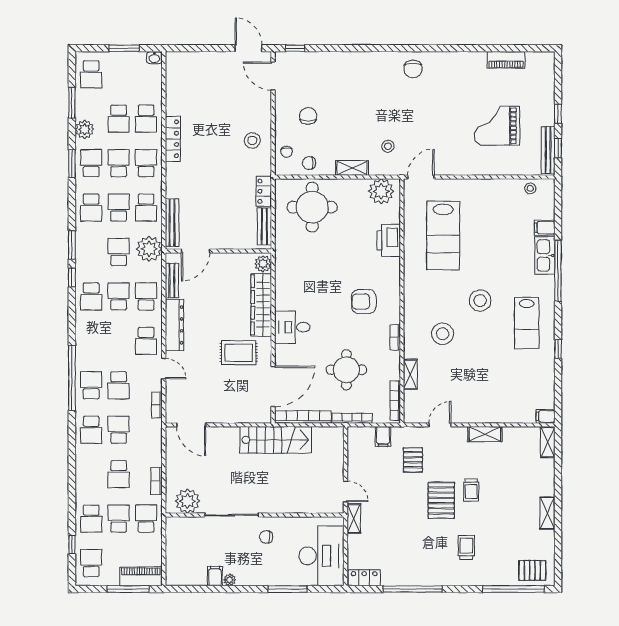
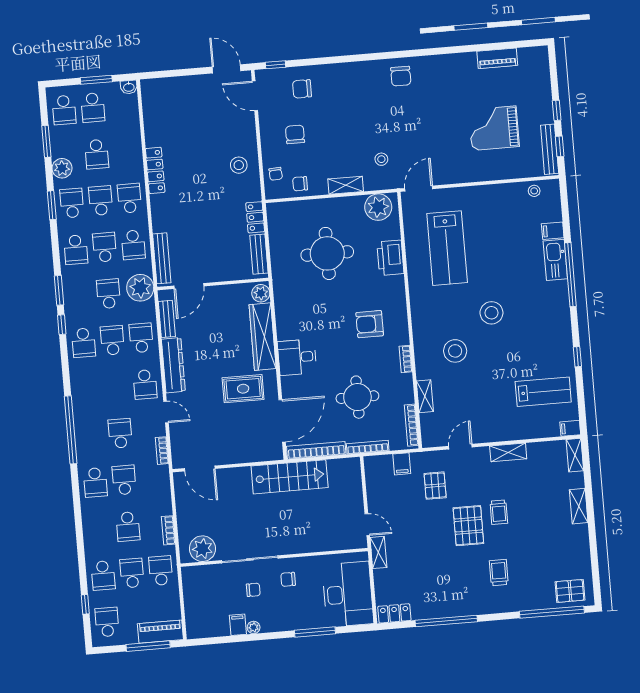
chair: (318, 73) -> (302, 89), added
school desk: (146, 119) -> (93, 108), moved
round table: (312, 207) -> (327, 253), moved
lab bench: (527, 323) -> (543, 392), moved, turned -90
school desk: (91, 385) -> (91, 436), removed
school desk: (119, 385) -> (120, 433), turned 180
shelving: (547, 513) -> (579, 506), moved
chair: (232, 544) -> (253, 590), added

